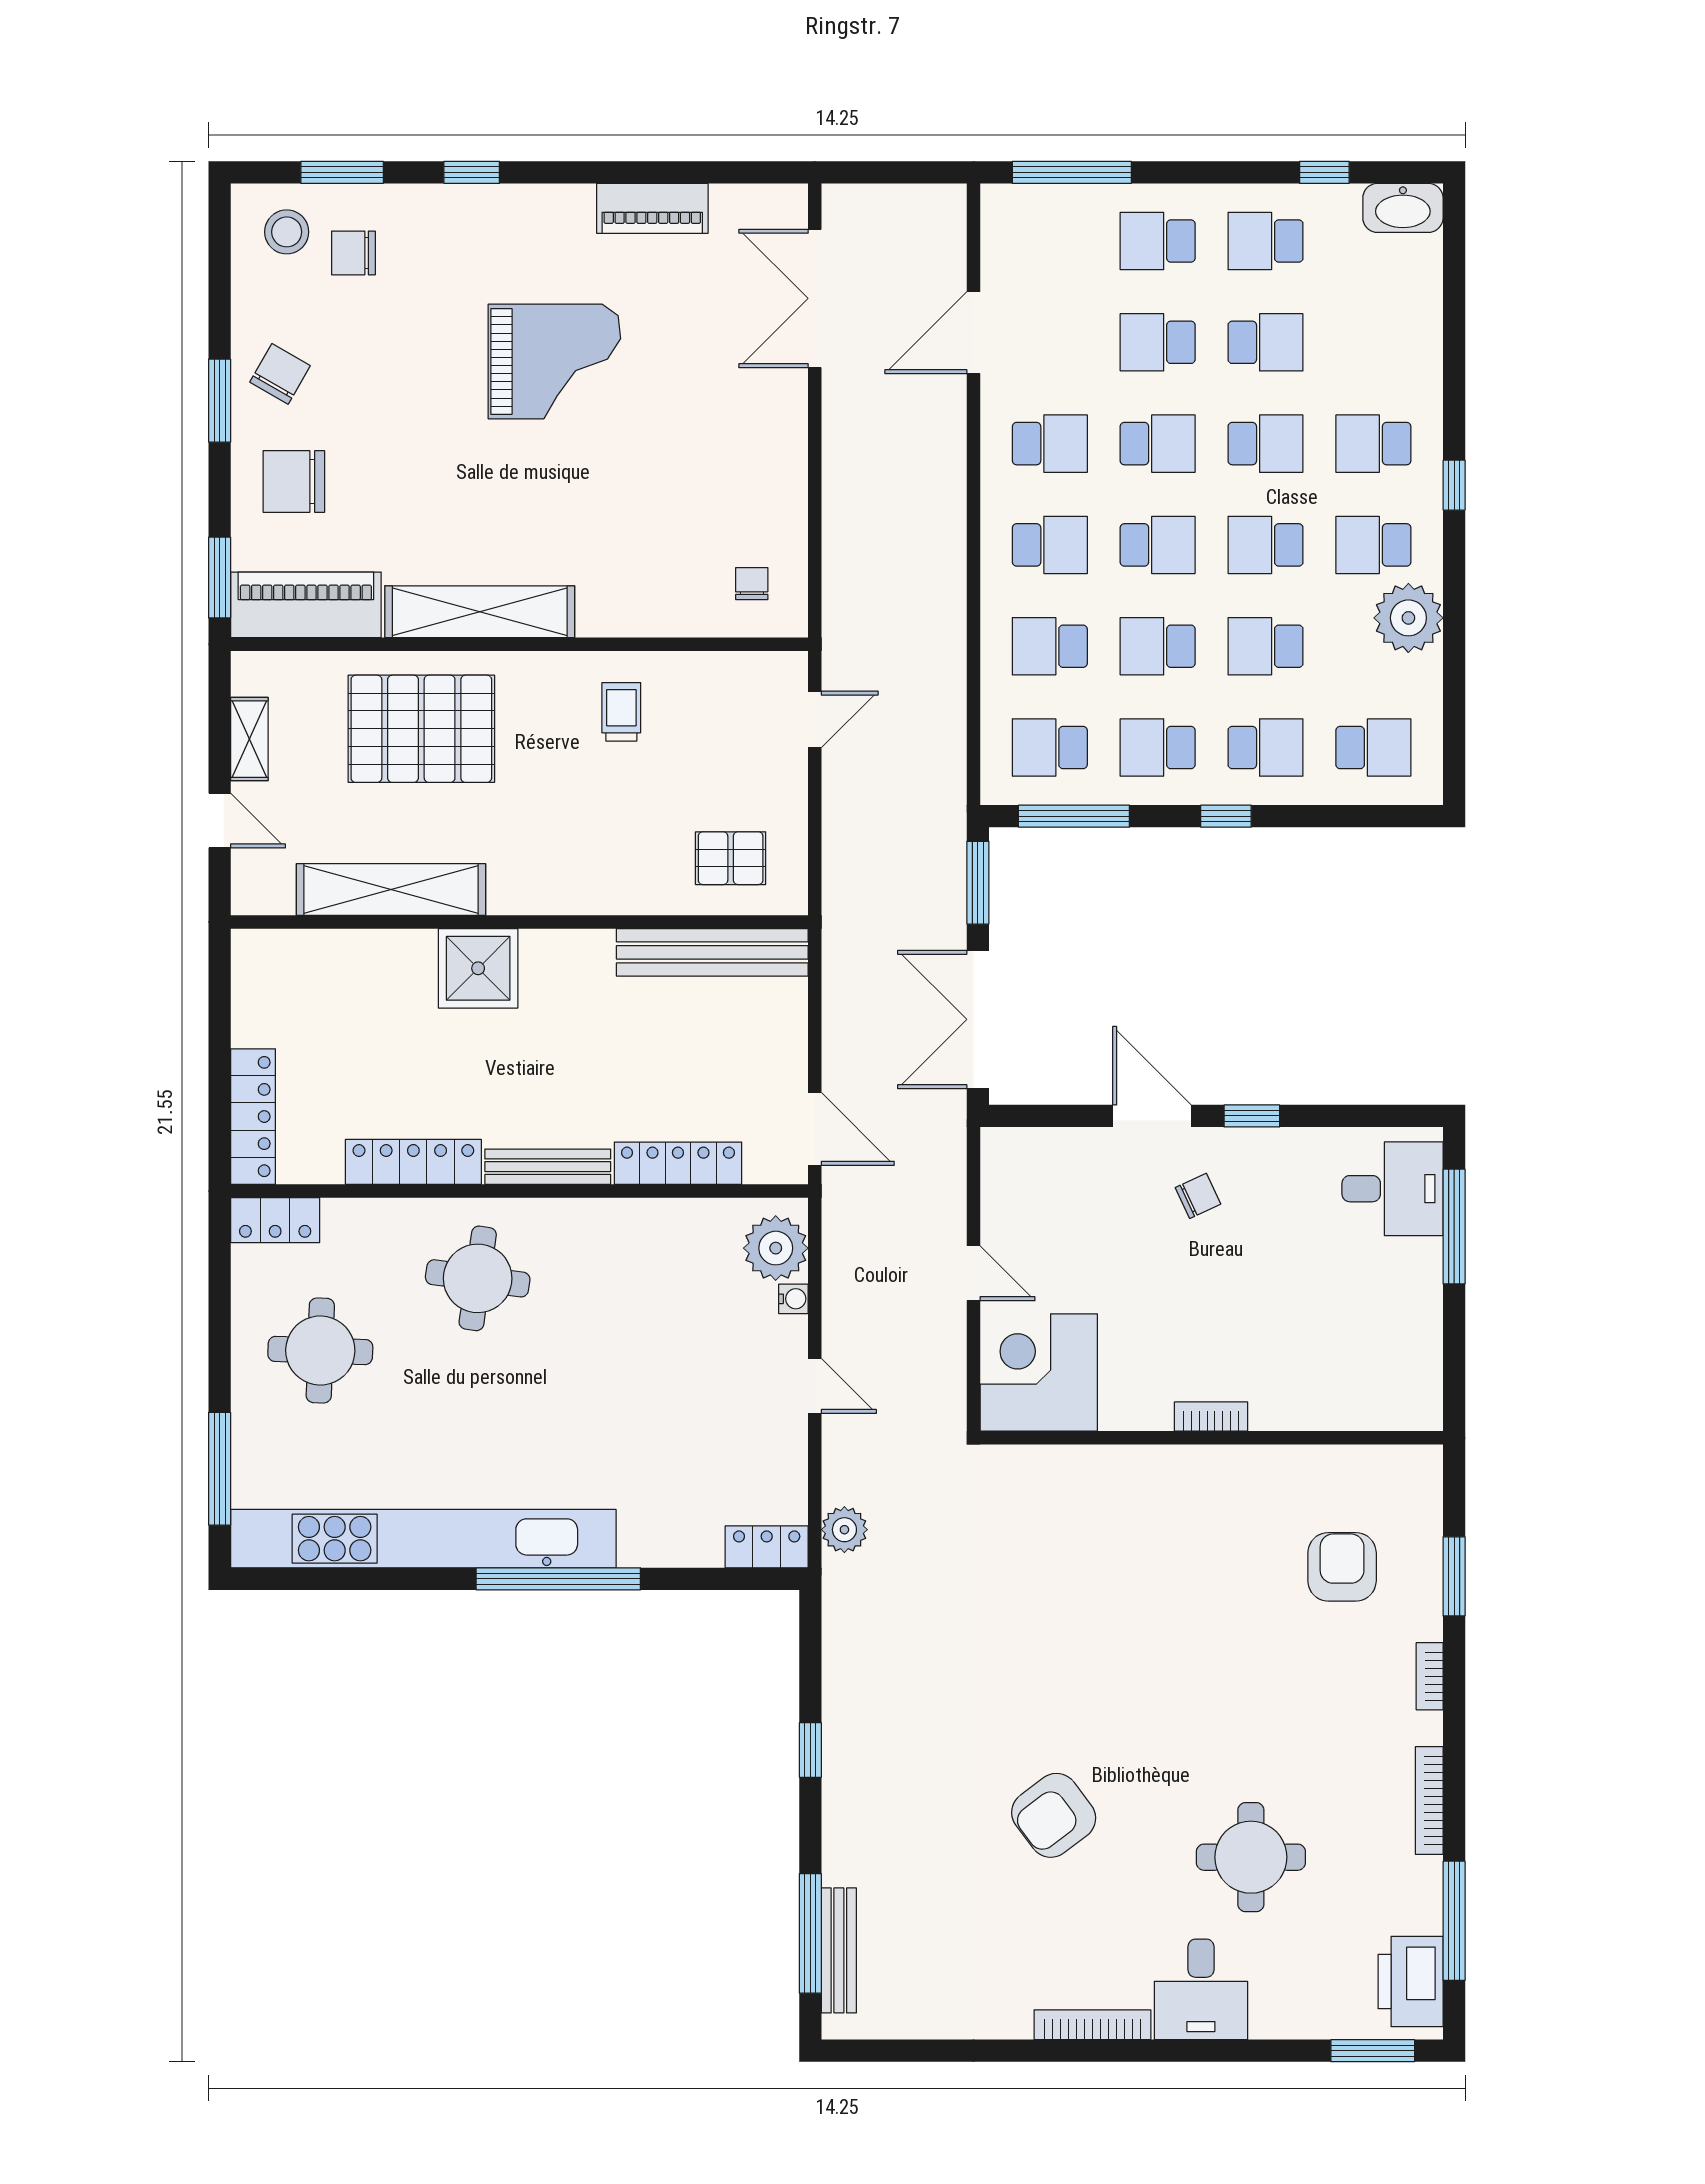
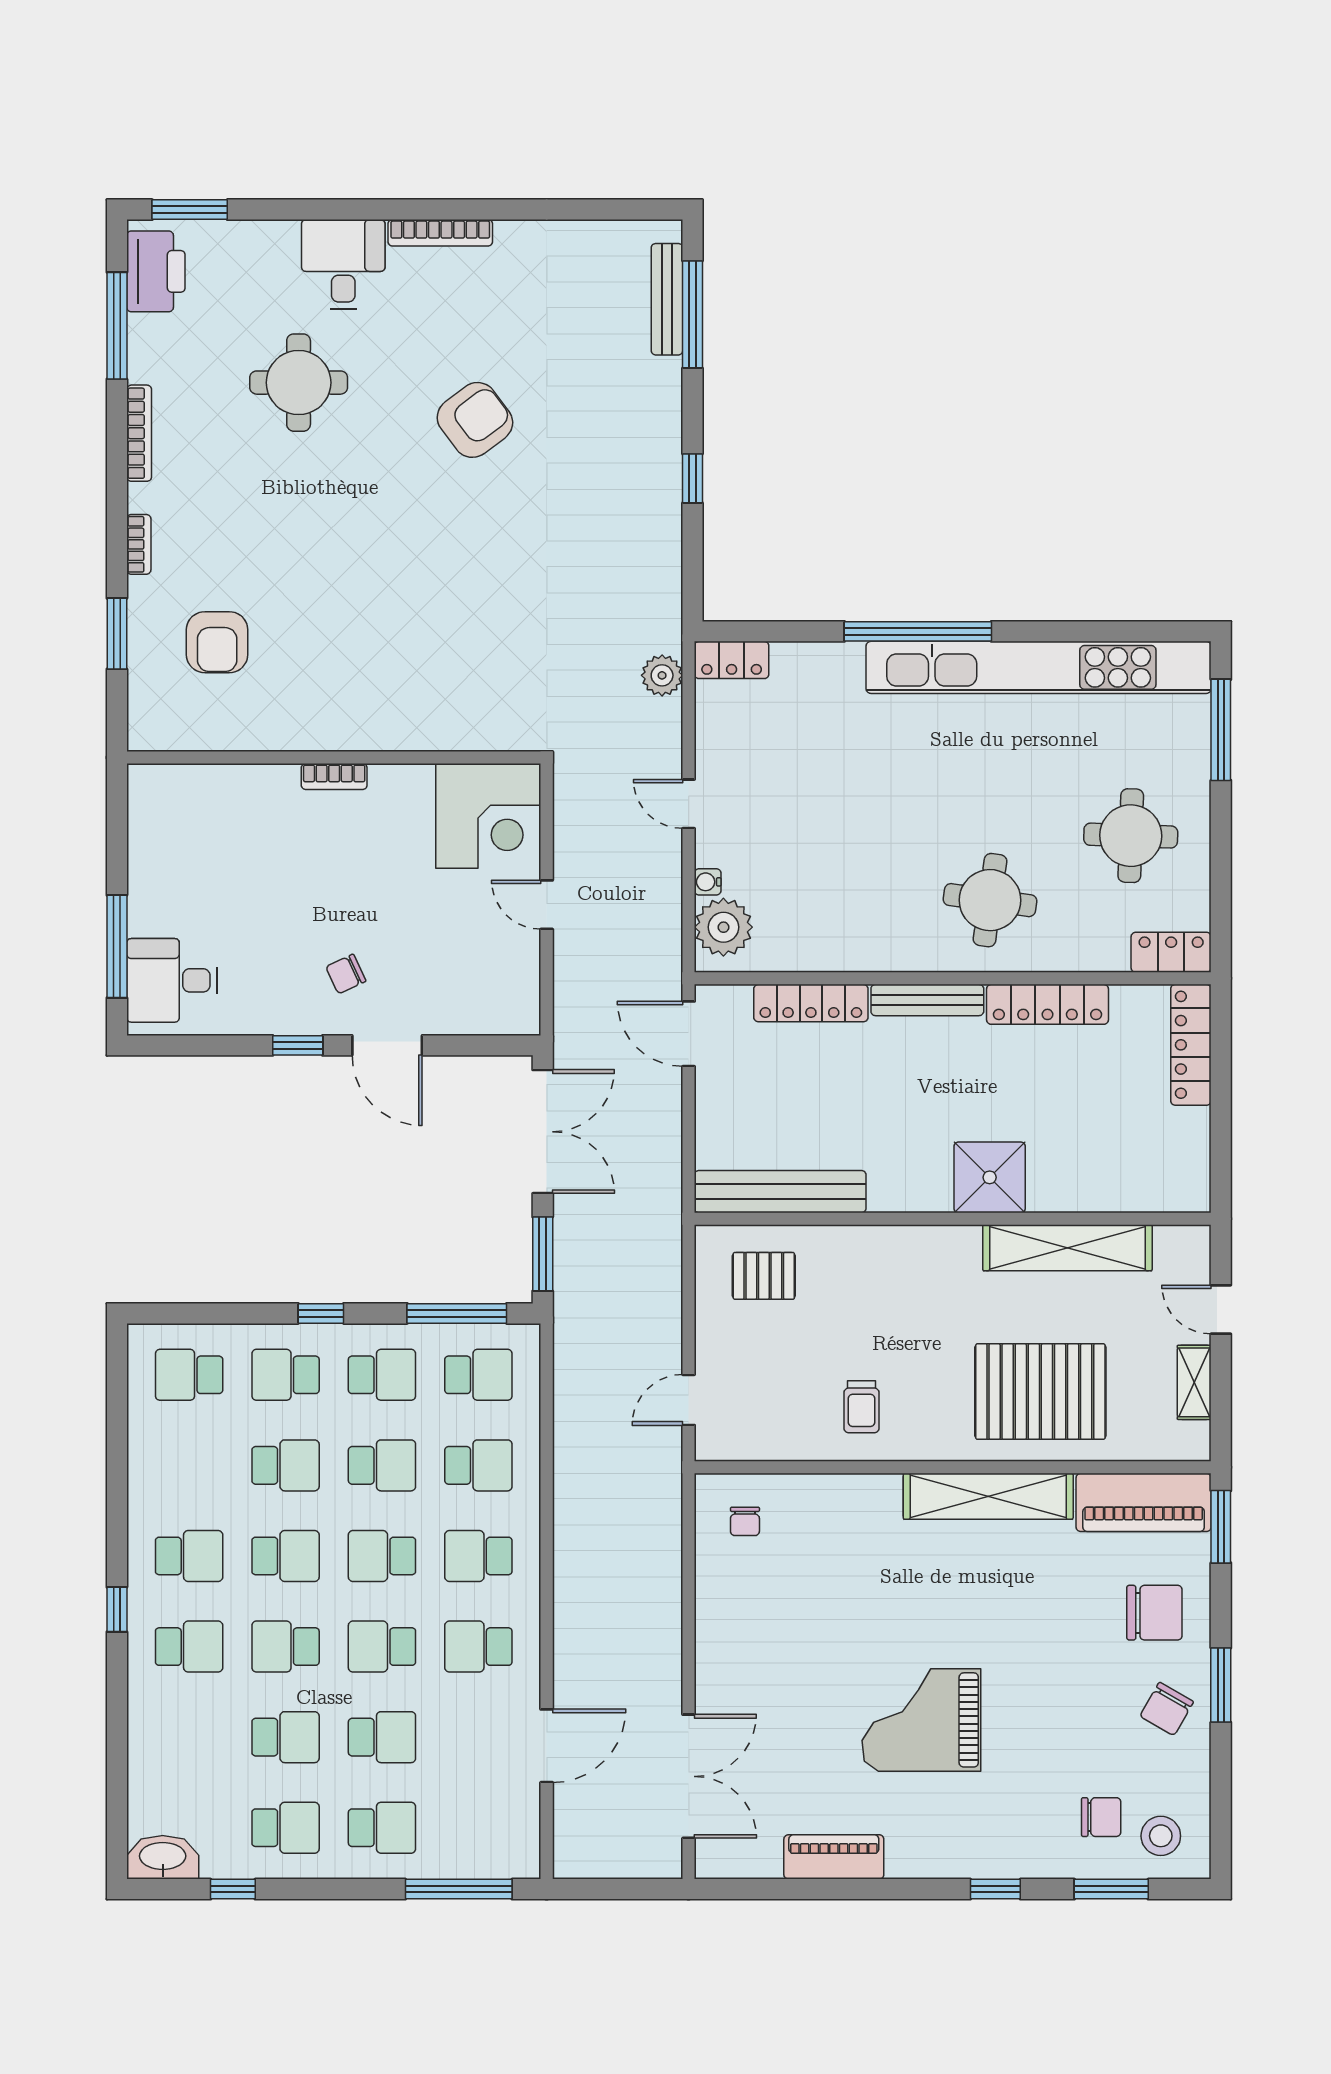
school desk: (1266, 342) -> (286, 1737), turned 180
plant: (1408, 618) -> (158, 1491), removed

